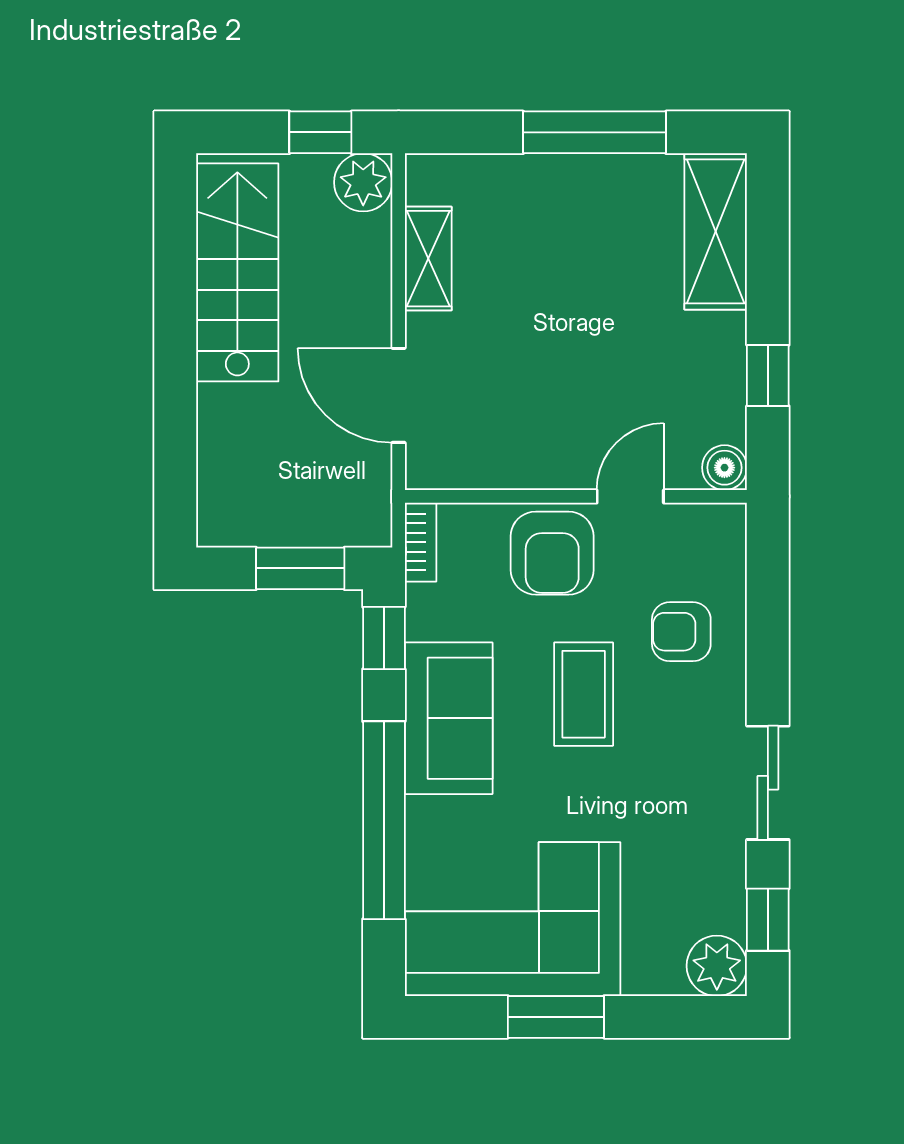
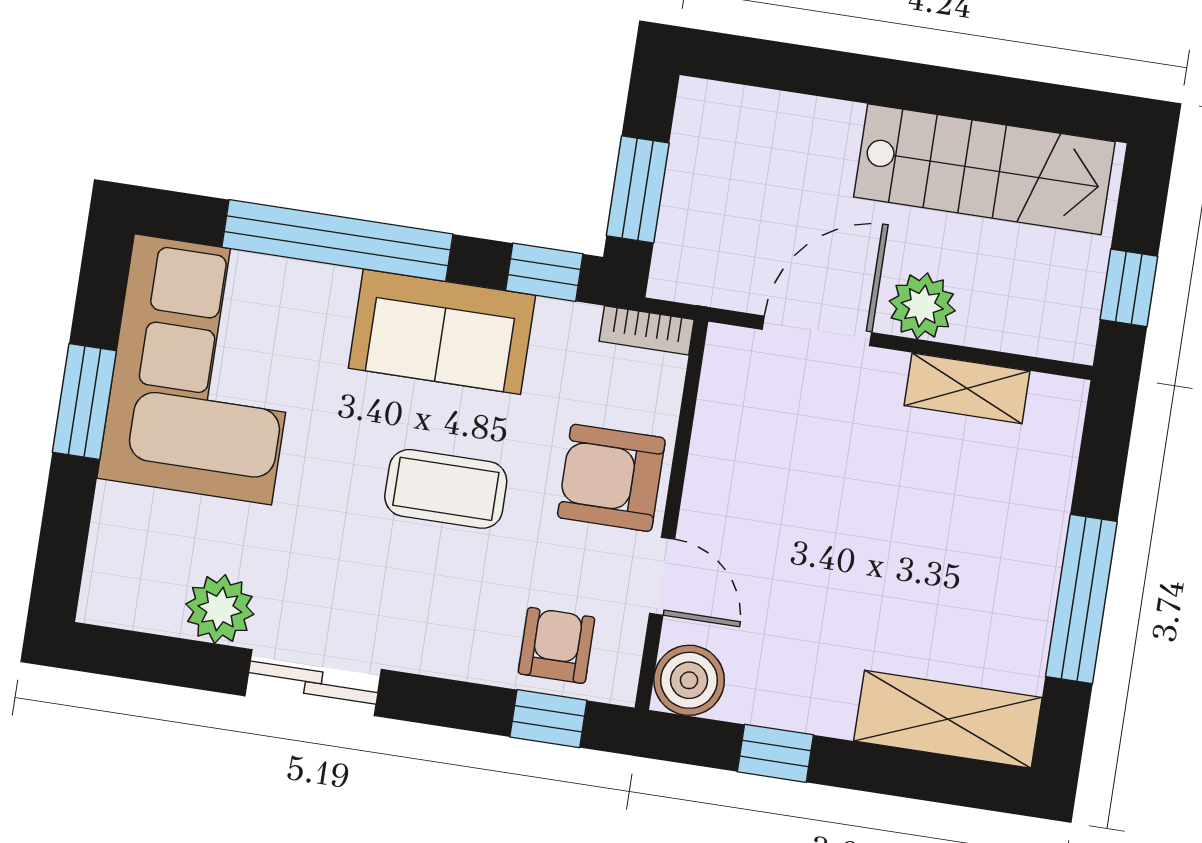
plant: (363, 182) -> (922, 306), moved
boiler: (724, 468) -> (689, 680), width x1.36, depth x1.36
armchair: (681, 632) -> (556, 645), moved
window: (768, 920) -> (548, 719), moved
plant: (717, 966) -> (220, 609), moved

